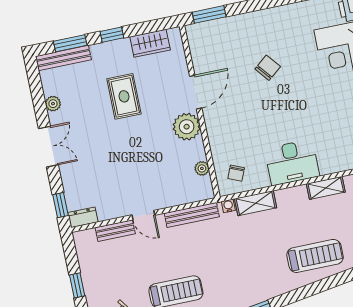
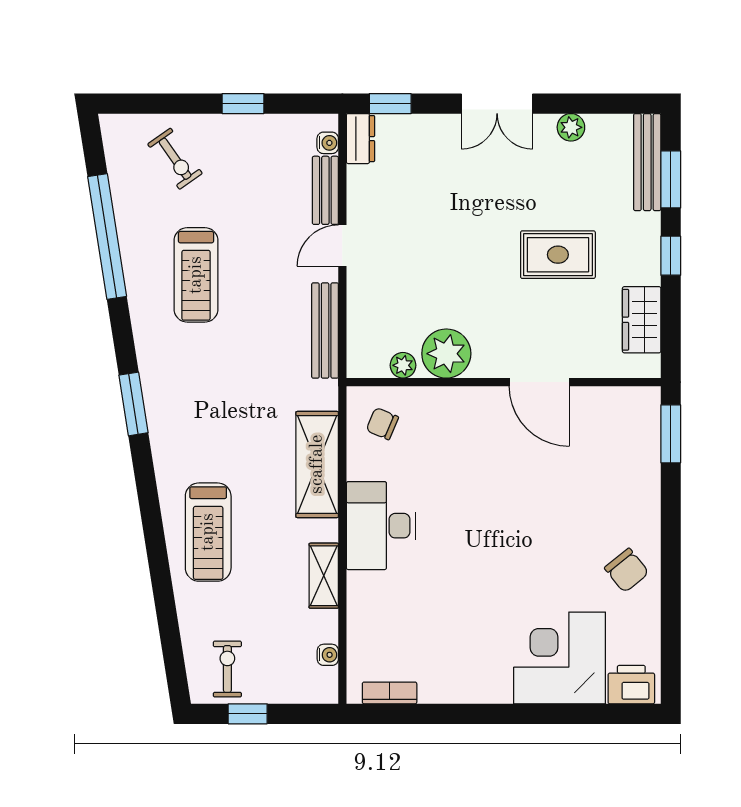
chair: (268, 68) -> (627, 570), moved
plant: (187, 127) -> (446, 354), moved
shelving: (256, 203) -> (317, 464), width x1.50, depth x1.33
water cooler: (228, 206) -> (328, 143), moved

